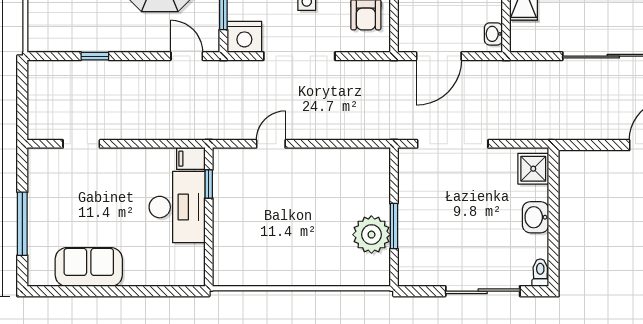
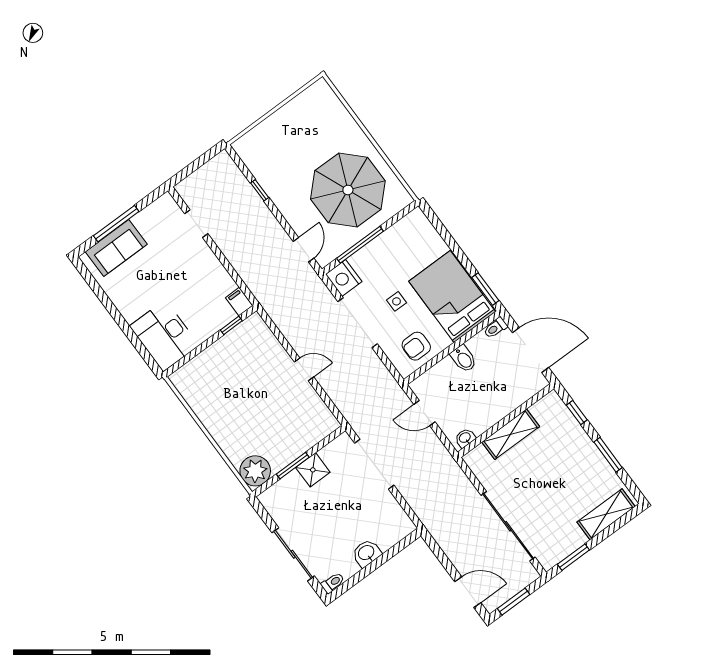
door: (439, 56) -> (424, 413), width x0.73
door: (271, 144) -> (304, 369), moved
shower: (533, 169) -> (313, 470), moved
desk: (177, 207) -> (164, 336), moved, turned 90
plant: (371, 235) -> (255, 471), moved
sofa: (89, 267) -> (116, 248), moved, turned 90

